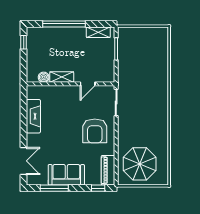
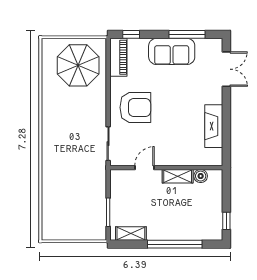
armchair: (95, 131) -> (135, 107), turned 90
double door: (24, 161) -> (226, 69), swing flipped

